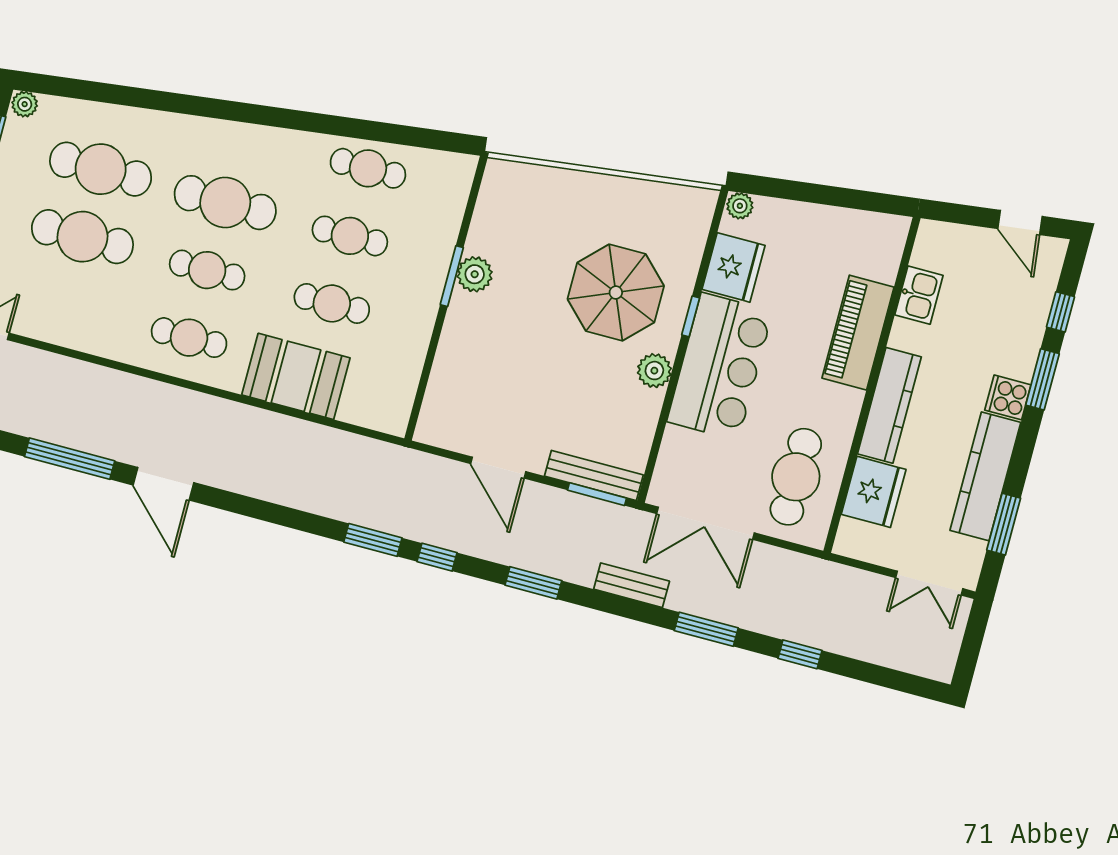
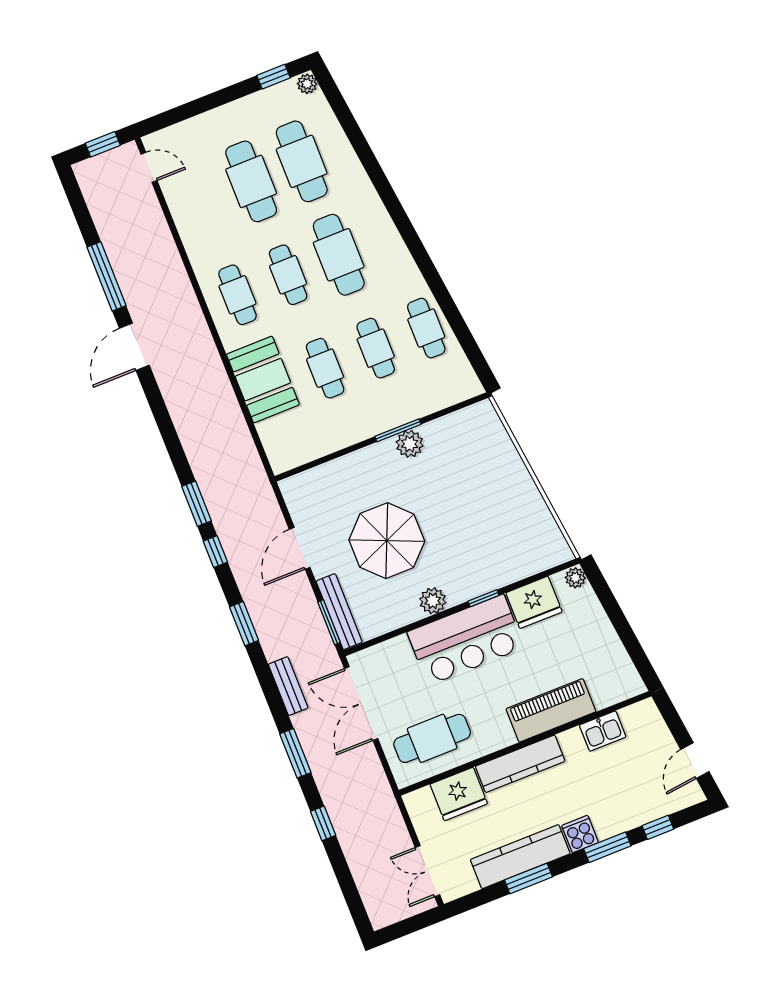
parasol: (616, 293) -> (387, 541), moved
window: (1004, 524) -> (529, 878), moved

